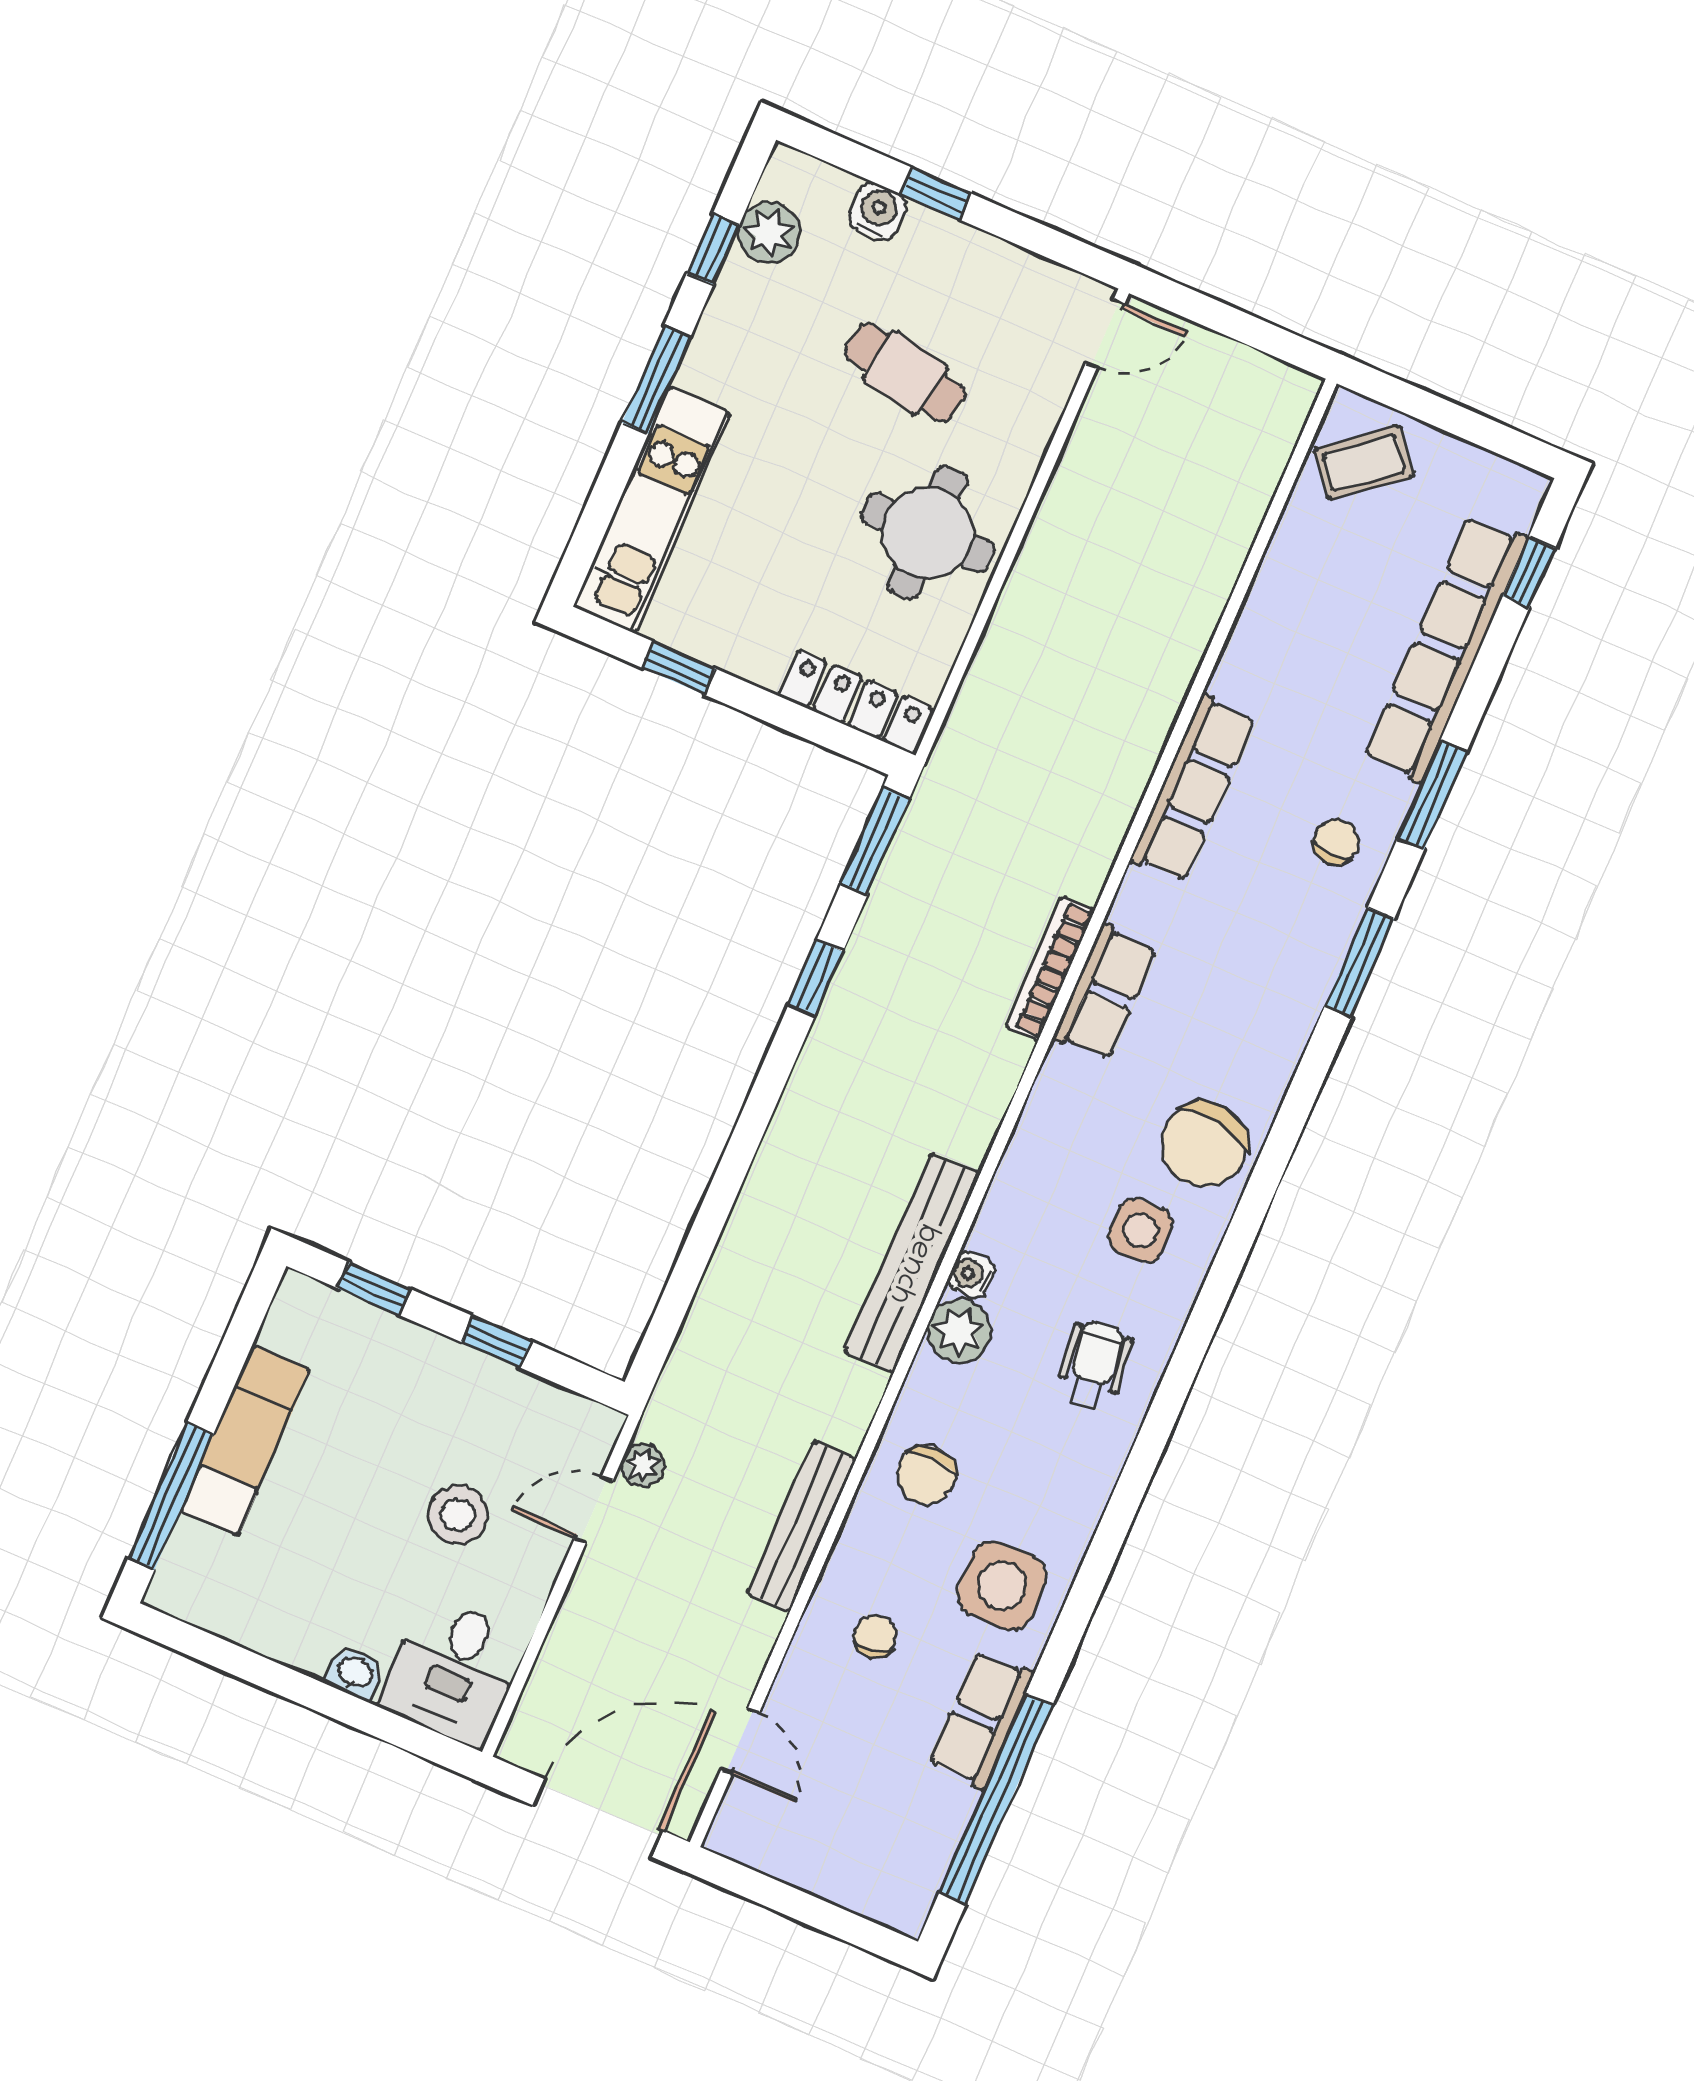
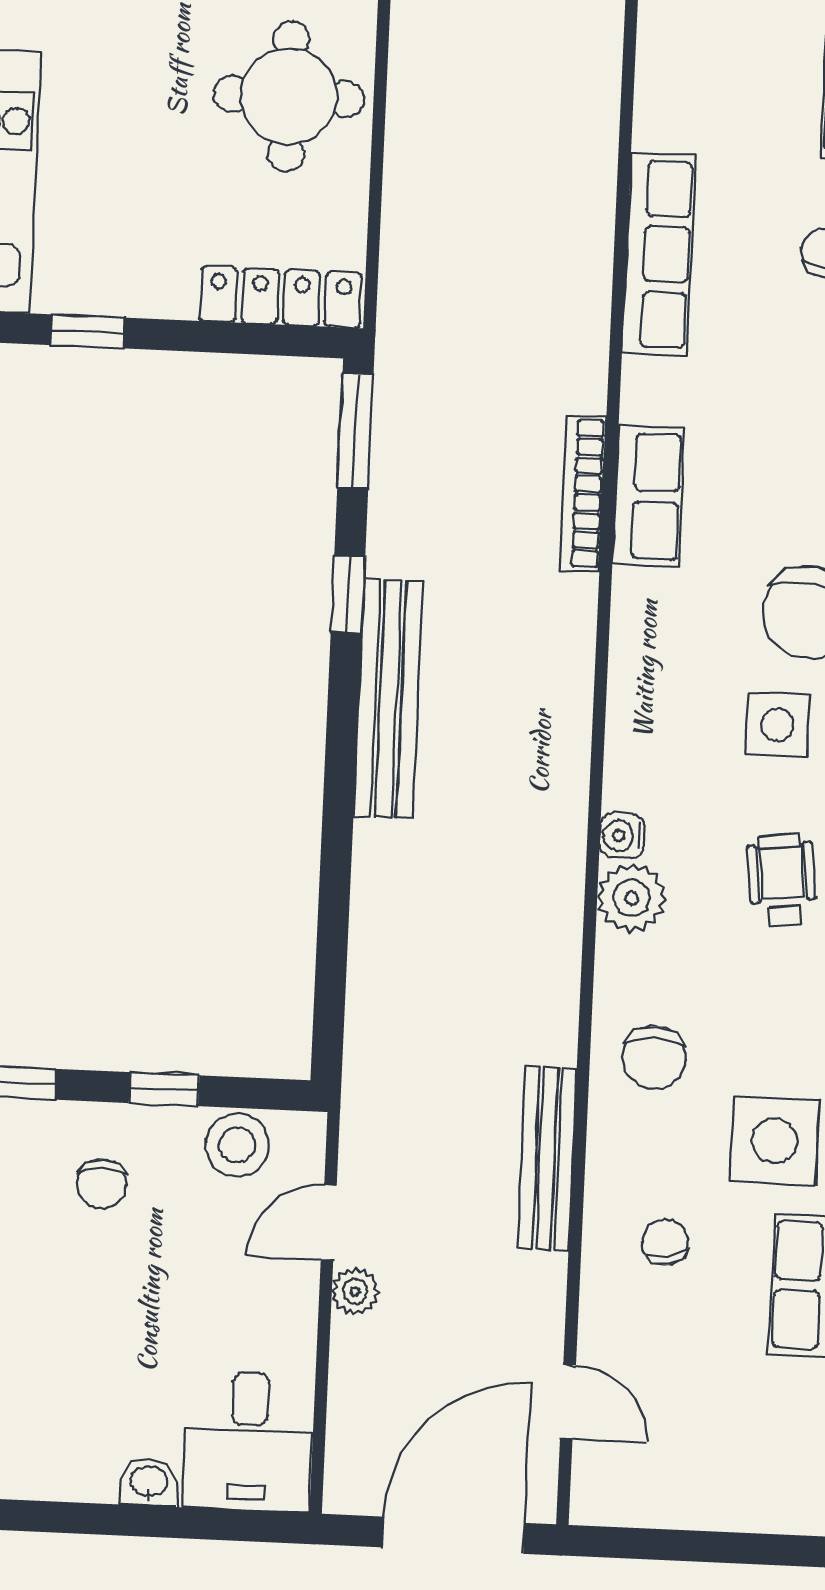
bench: (912, 1263) -> (388, 699), moved
chair: (412, 1402) -> (102, 1184), added
plant: (643, 1465) -> (355, 1291), moved
stool: (458, 1515) -> (237, 1145), moved

